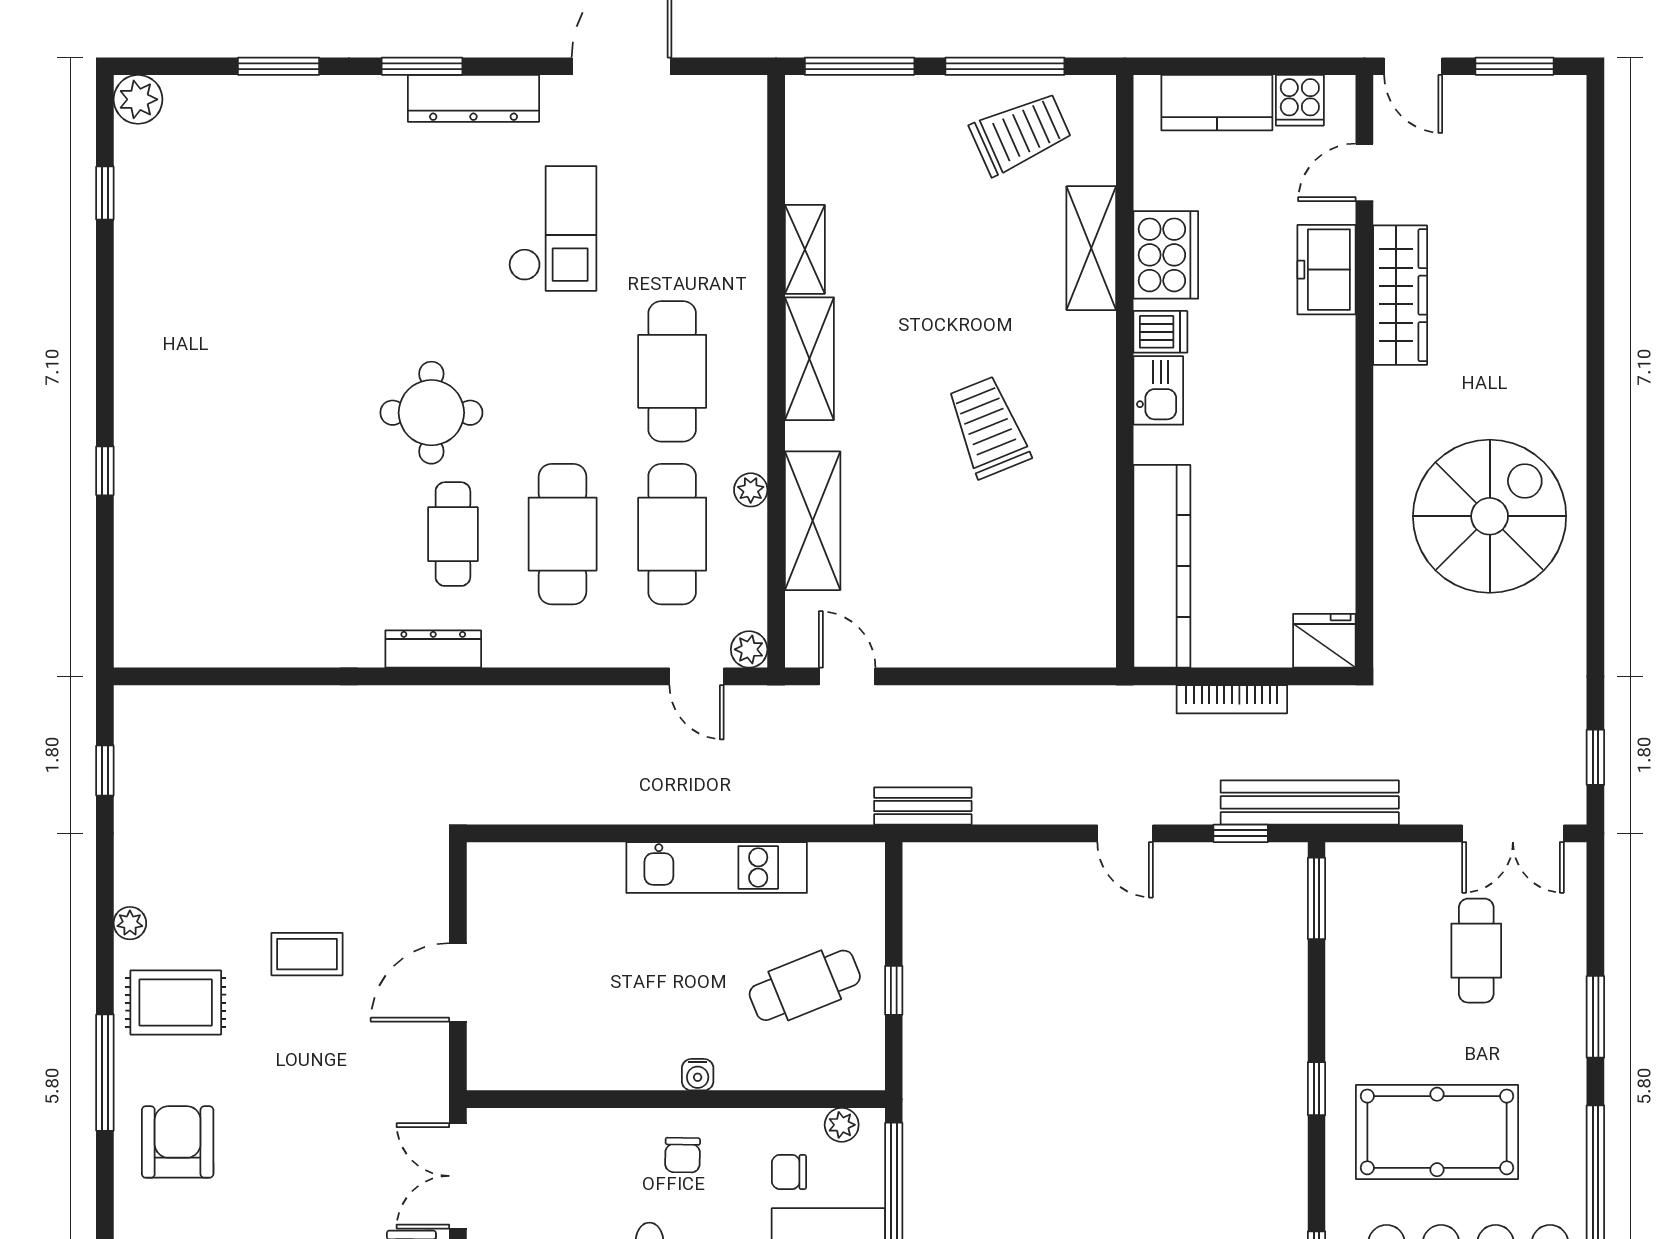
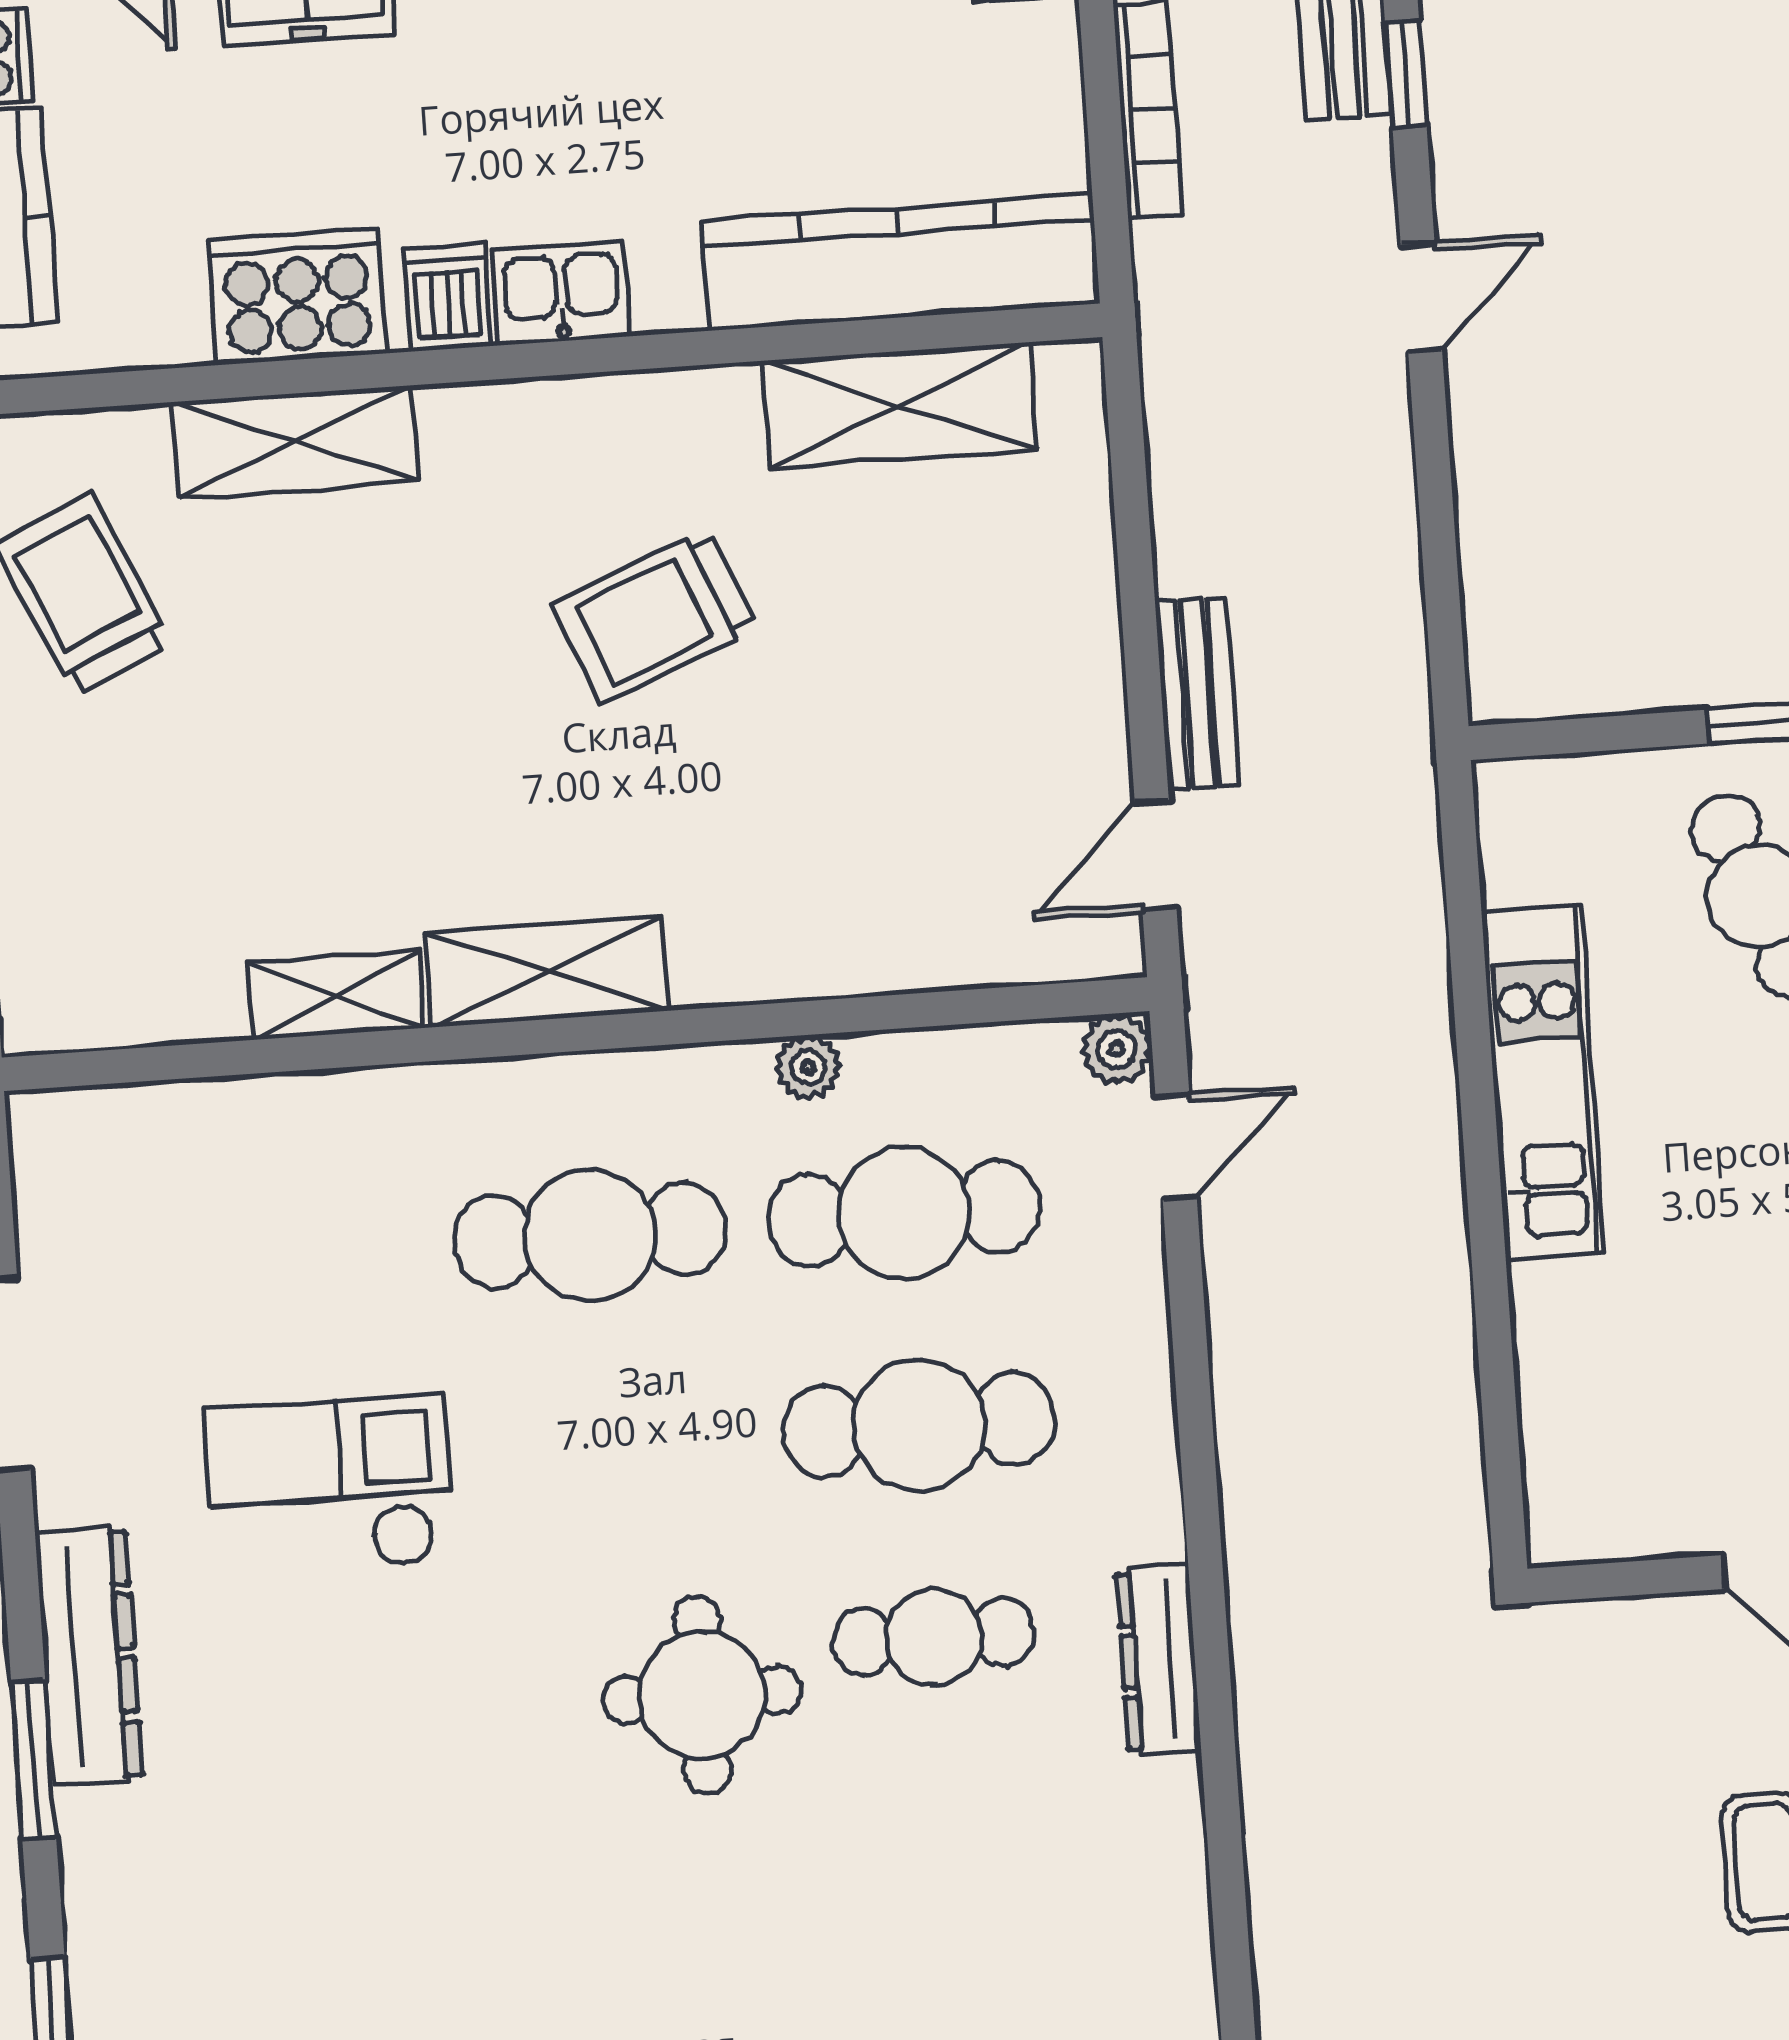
shelving: (813, 521) -> (900, 405), moved
bench: (923, 806) -> (1197, 694), moved

